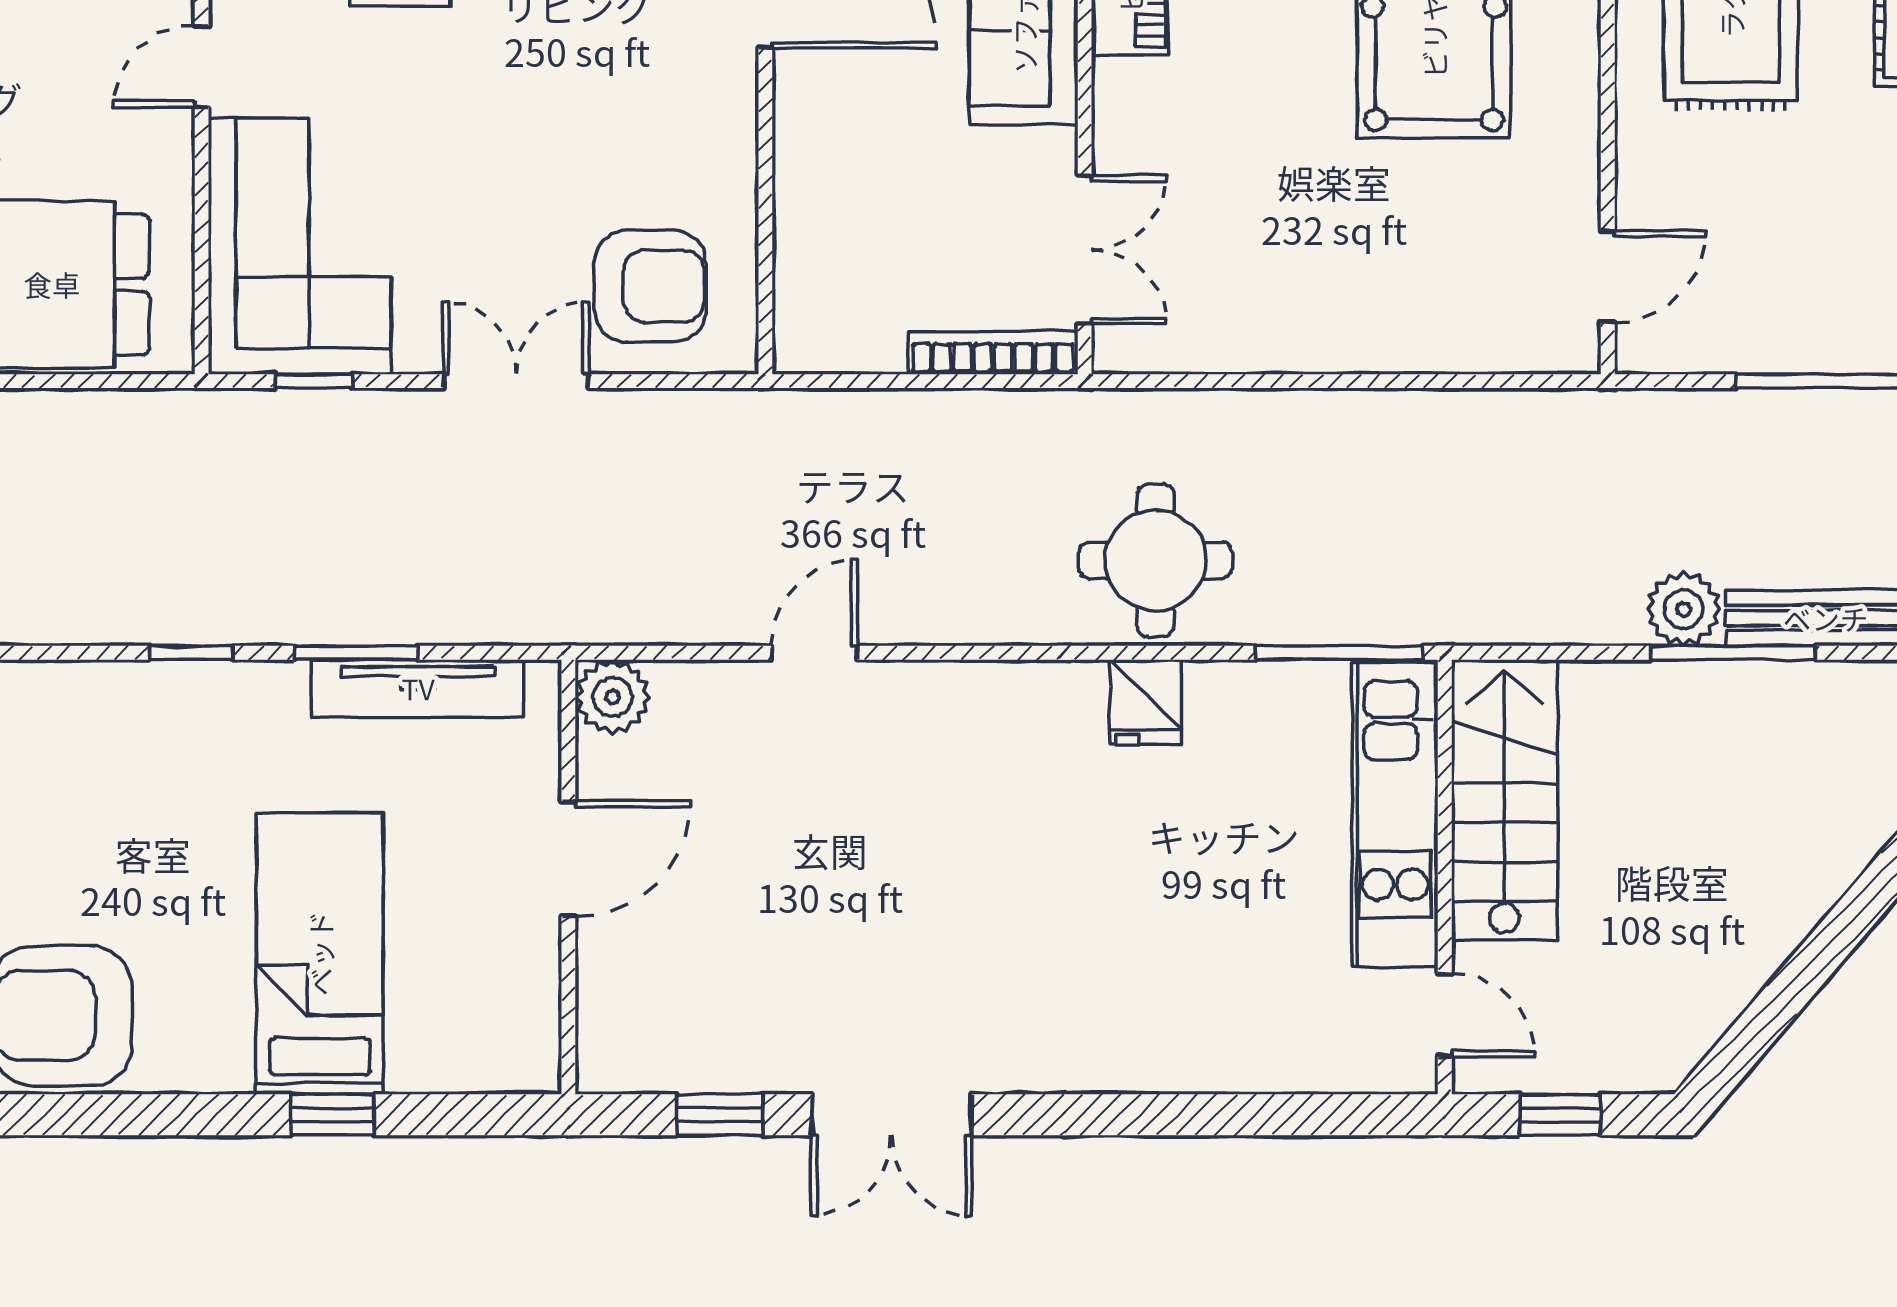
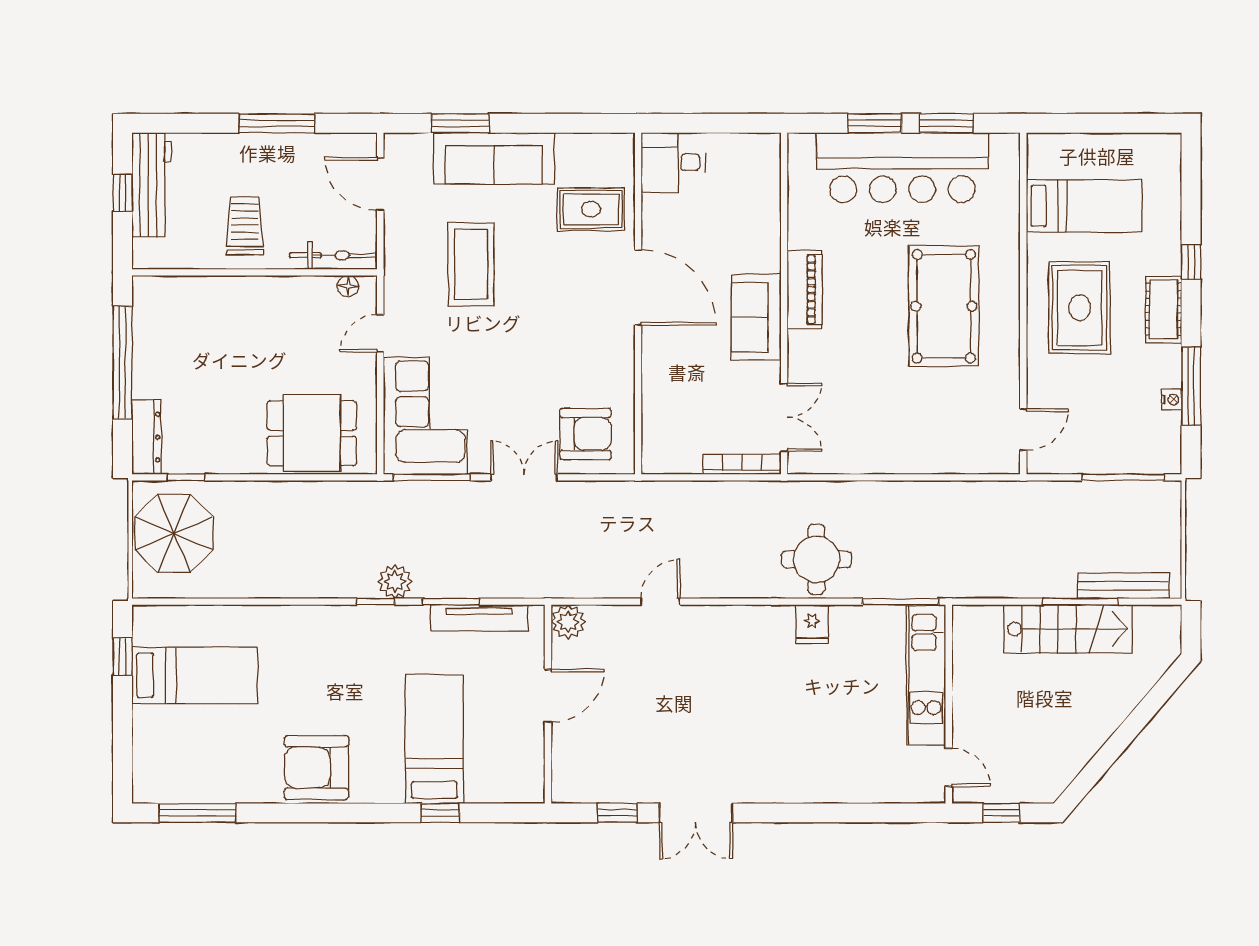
window: (314, 381) -> (432, 477), width x2.17
plant: (1684, 609) -> (395, 582), moved
stairs: (1504, 800) -> (1068, 629), moved, turned 90

